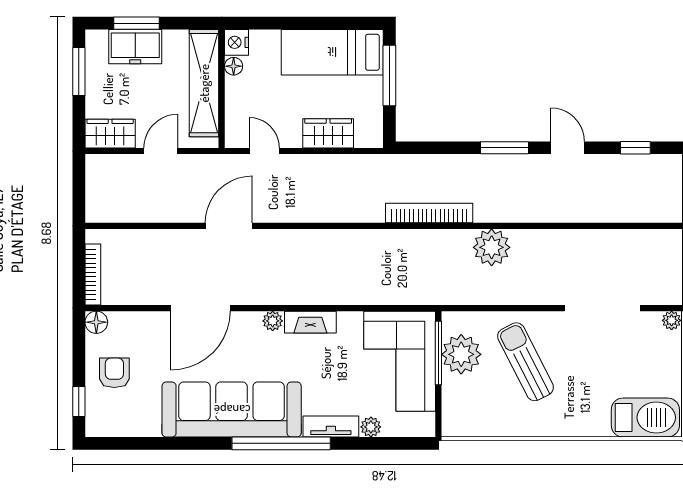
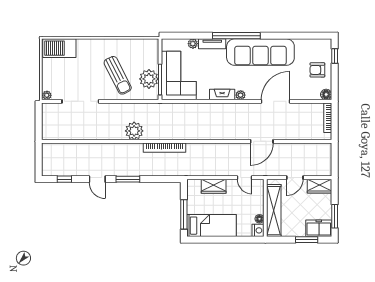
freezer: (135, 47) -> (319, 228), moved
armchair: (114, 373) -> (317, 70), turned 90

